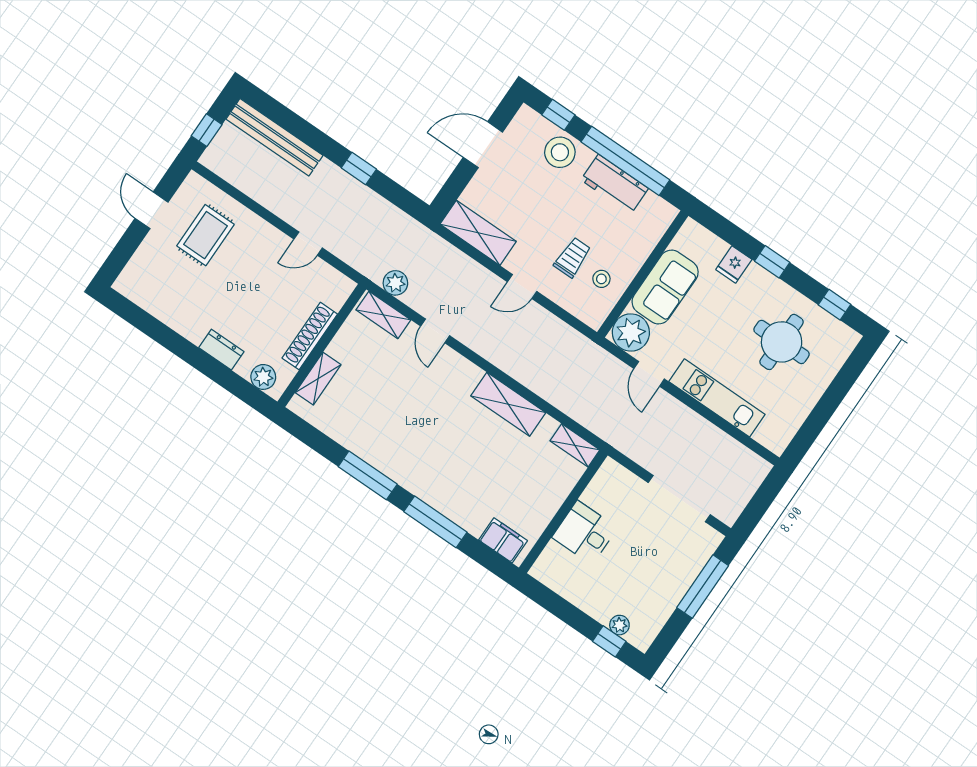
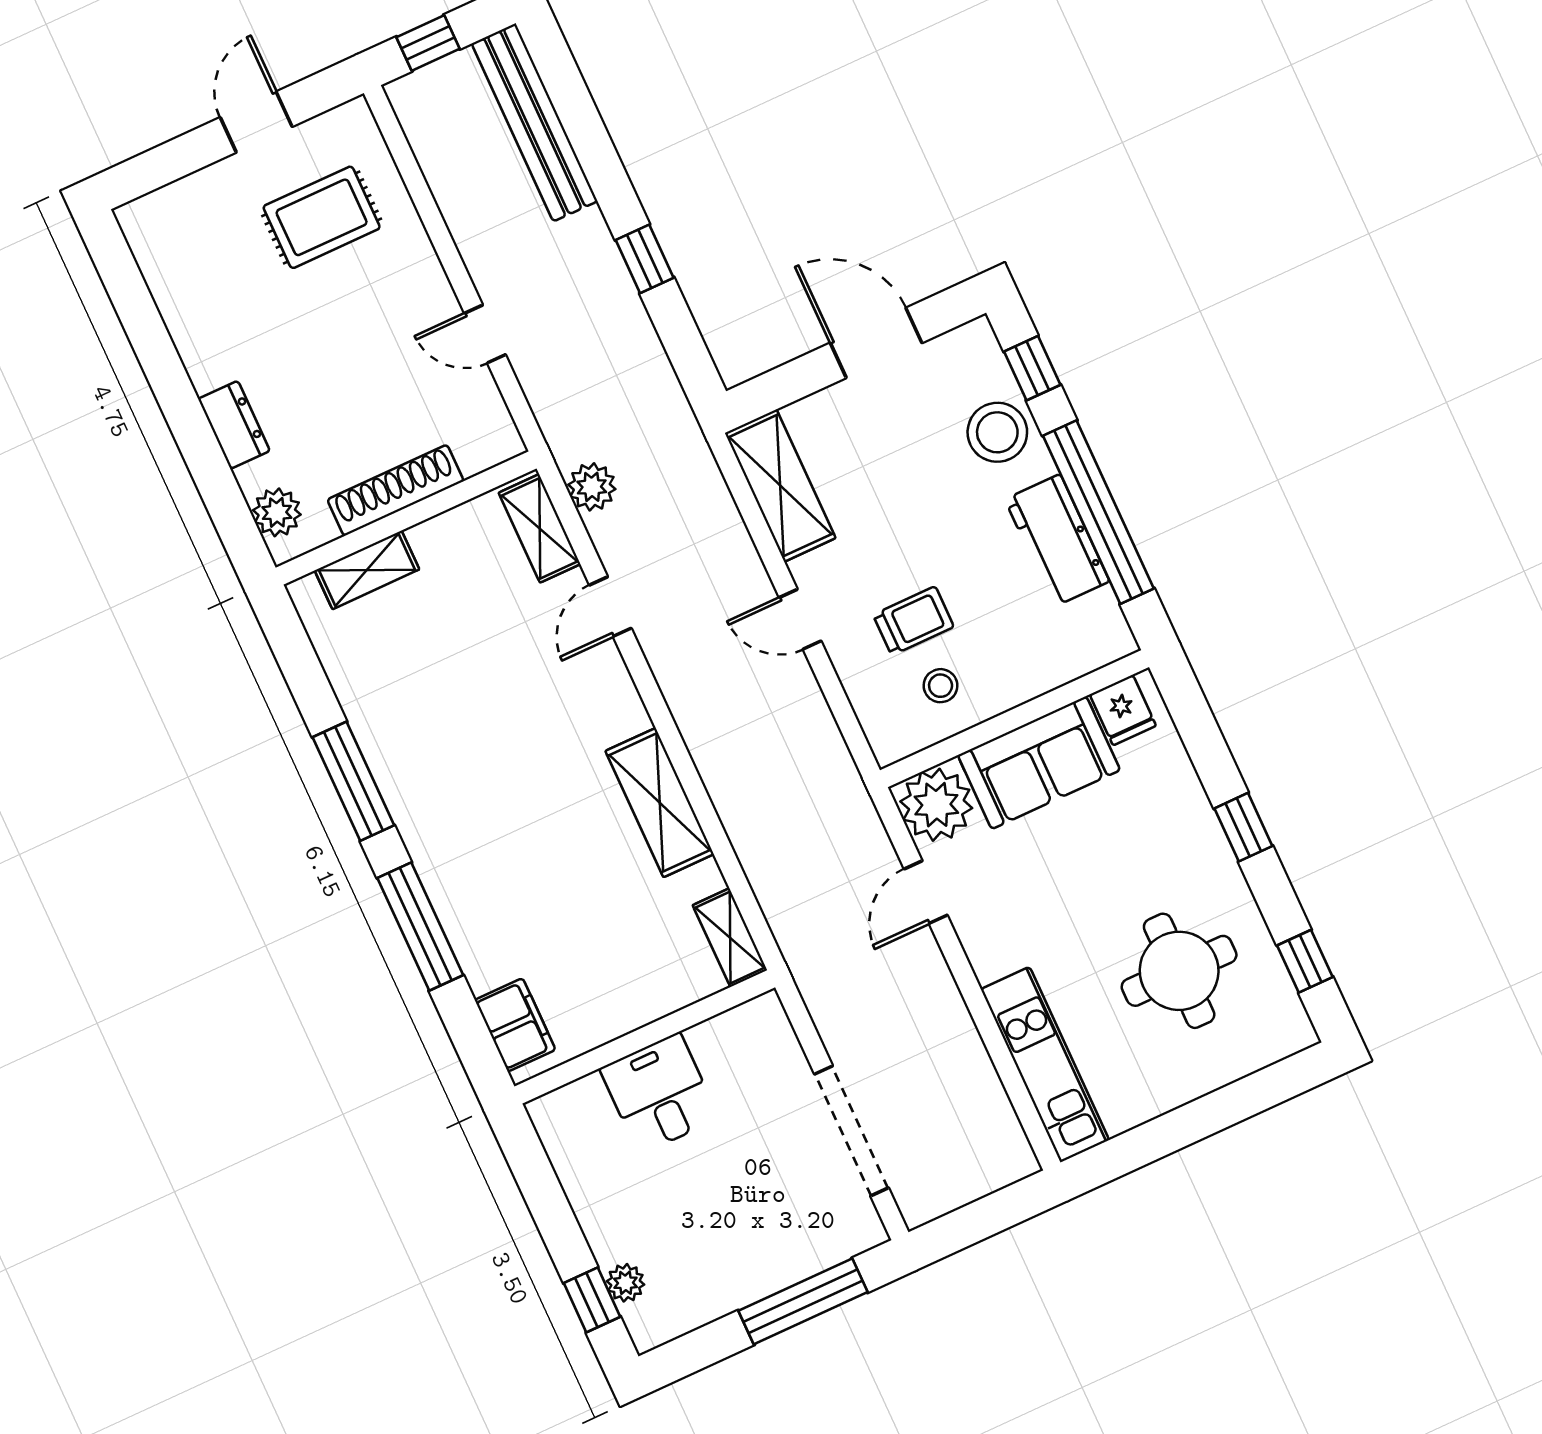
fridge: (734, 265) -> (1123, 710), moved, turned -90
kitchen unit: (717, 398) -> (1045, 1065), moved

